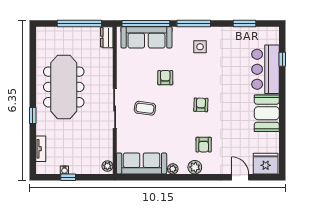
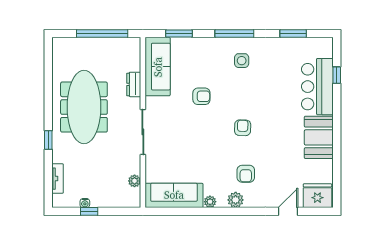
window: (146, 23) -> (179, 34), width x0.47
dresser: (107, 37) -> (134, 84), moved
sofa: (146, 37) -> (158, 67), moved, turned -90
armchair: (165, 78) -> (201, 96), turned 90
coffee table: (145, 108) -> (178, 132), removed
plant: (107, 166) -> (135, 181), moved
door: (240, 177) -> (288, 211), hinge flipped

